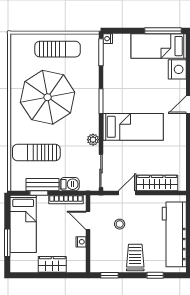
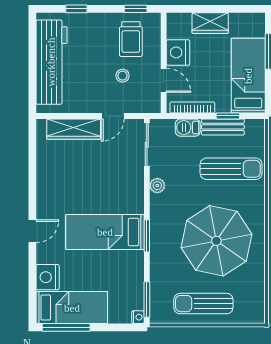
bed: (133, 127) -> (105, 232), moved
nightstand: (81, 242) -> (178, 52), width x1.89, depth x1.79
trolley: (135, 258) -> (131, 39), moved

